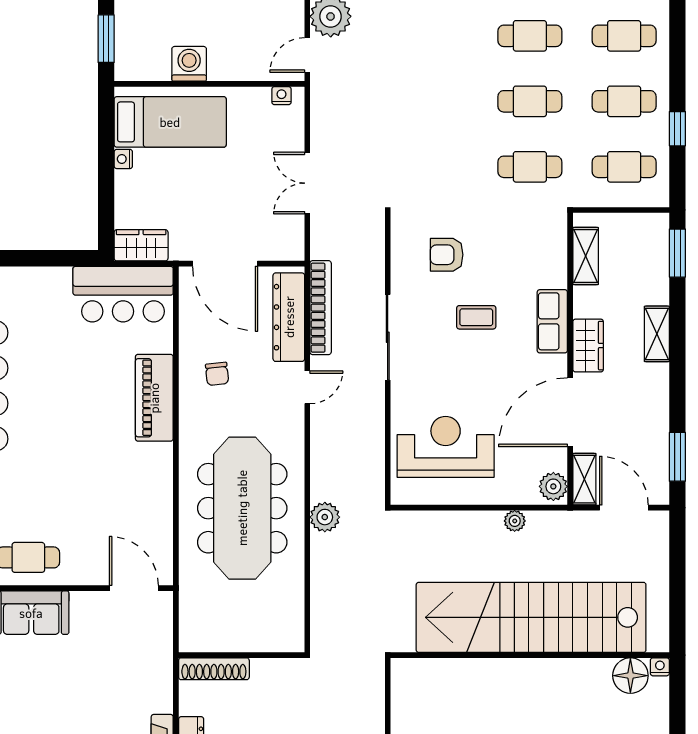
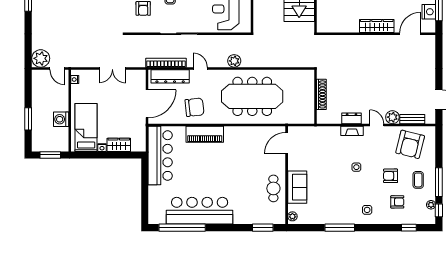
wardrobe: (141, 245) -> (119, 145), moved, turned 90
bar counter: (123, 294) -> (160, 156), width x1.36
chair: (217, 374) -> (194, 107), width x1.87, depth x1.87
plant: (325, 517) -> (234, 61), moved
shoe rack: (214, 669) -> (321, 94), moved

